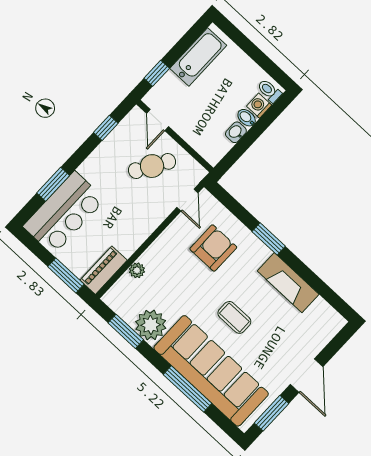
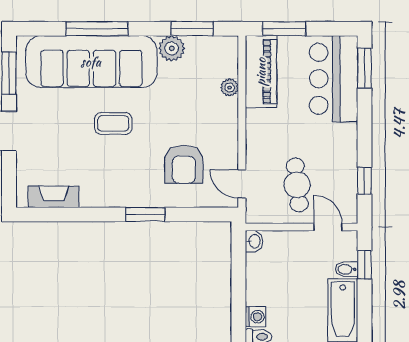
bidet: (247, 118) -> (346, 269), moved, turned 180
washbasin: (236, 132) -> (254, 241), moved
cafe table: (152, 166) -> (297, 185), turned -37
window: (53, 184) -> (364, 68), moved
piano: (104, 270) -> (261, 72), width x1.37, depth x1.33
fireplace: (288, 283) -> (54, 197), moved, width x0.73, depth x0.76
plant: (151, 325) -> (172, 48), width x0.73, depth x0.73

